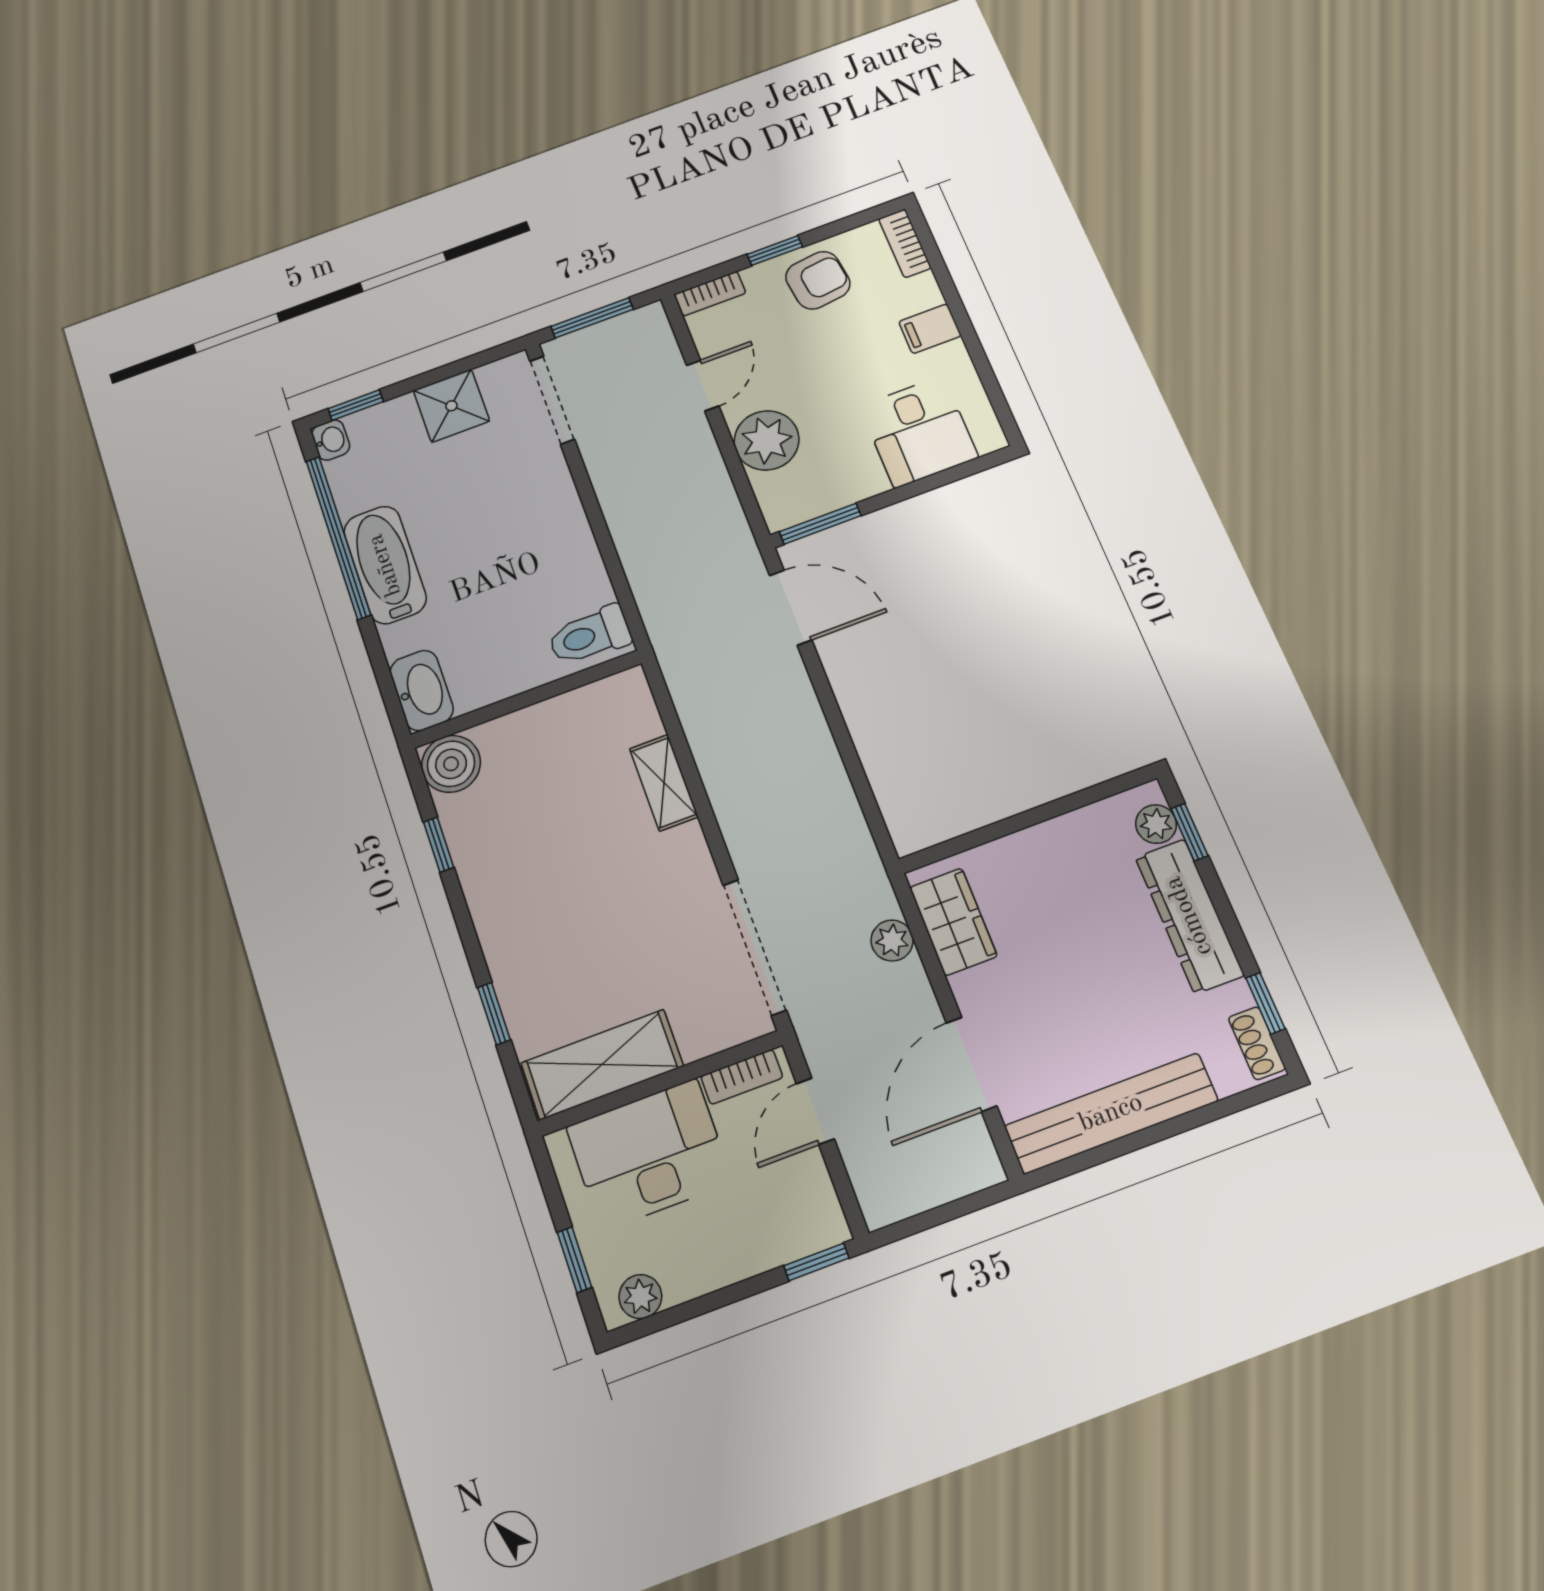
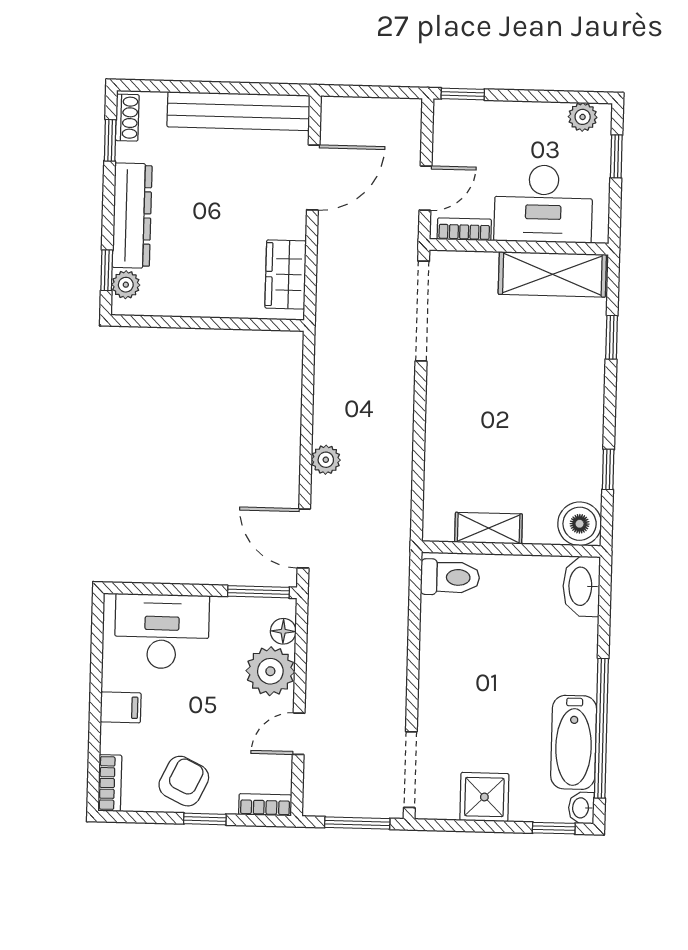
armchair: (818, 280) -> (184, 781), turned 123
desk: (919, 432) -> (162, 631), width x1.37
floor lamp: (770, 491) -> (283, 631), added
bathtub: (385, 565) -> (574, 742), moved
shelving: (664, 783) -> (489, 528), moved, turned 90
plant: (892, 941) -> (326, 460), moved

